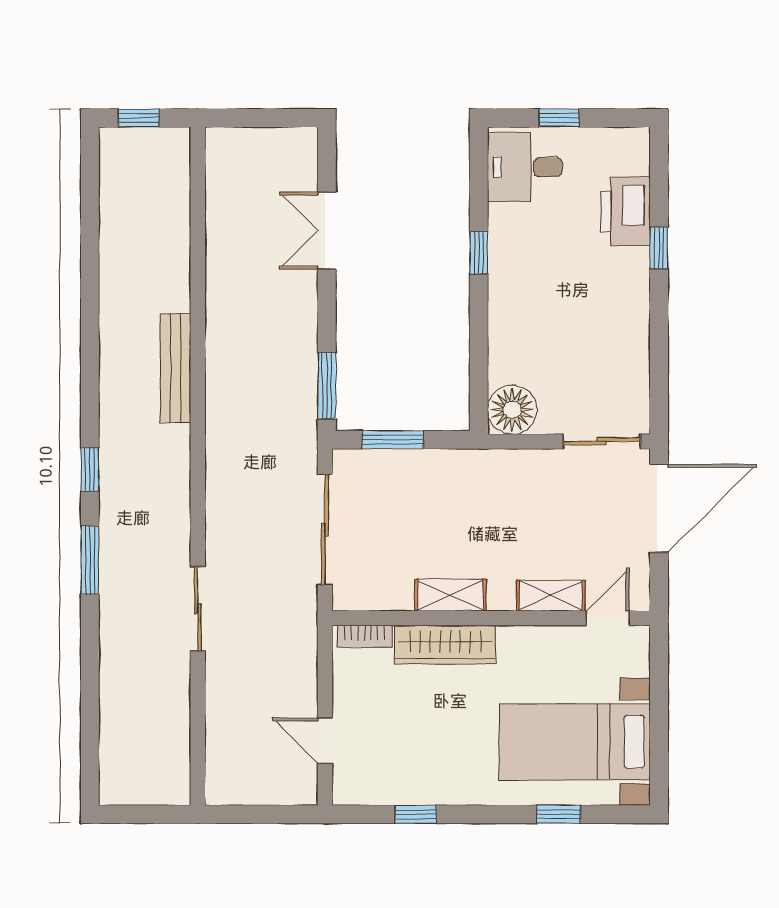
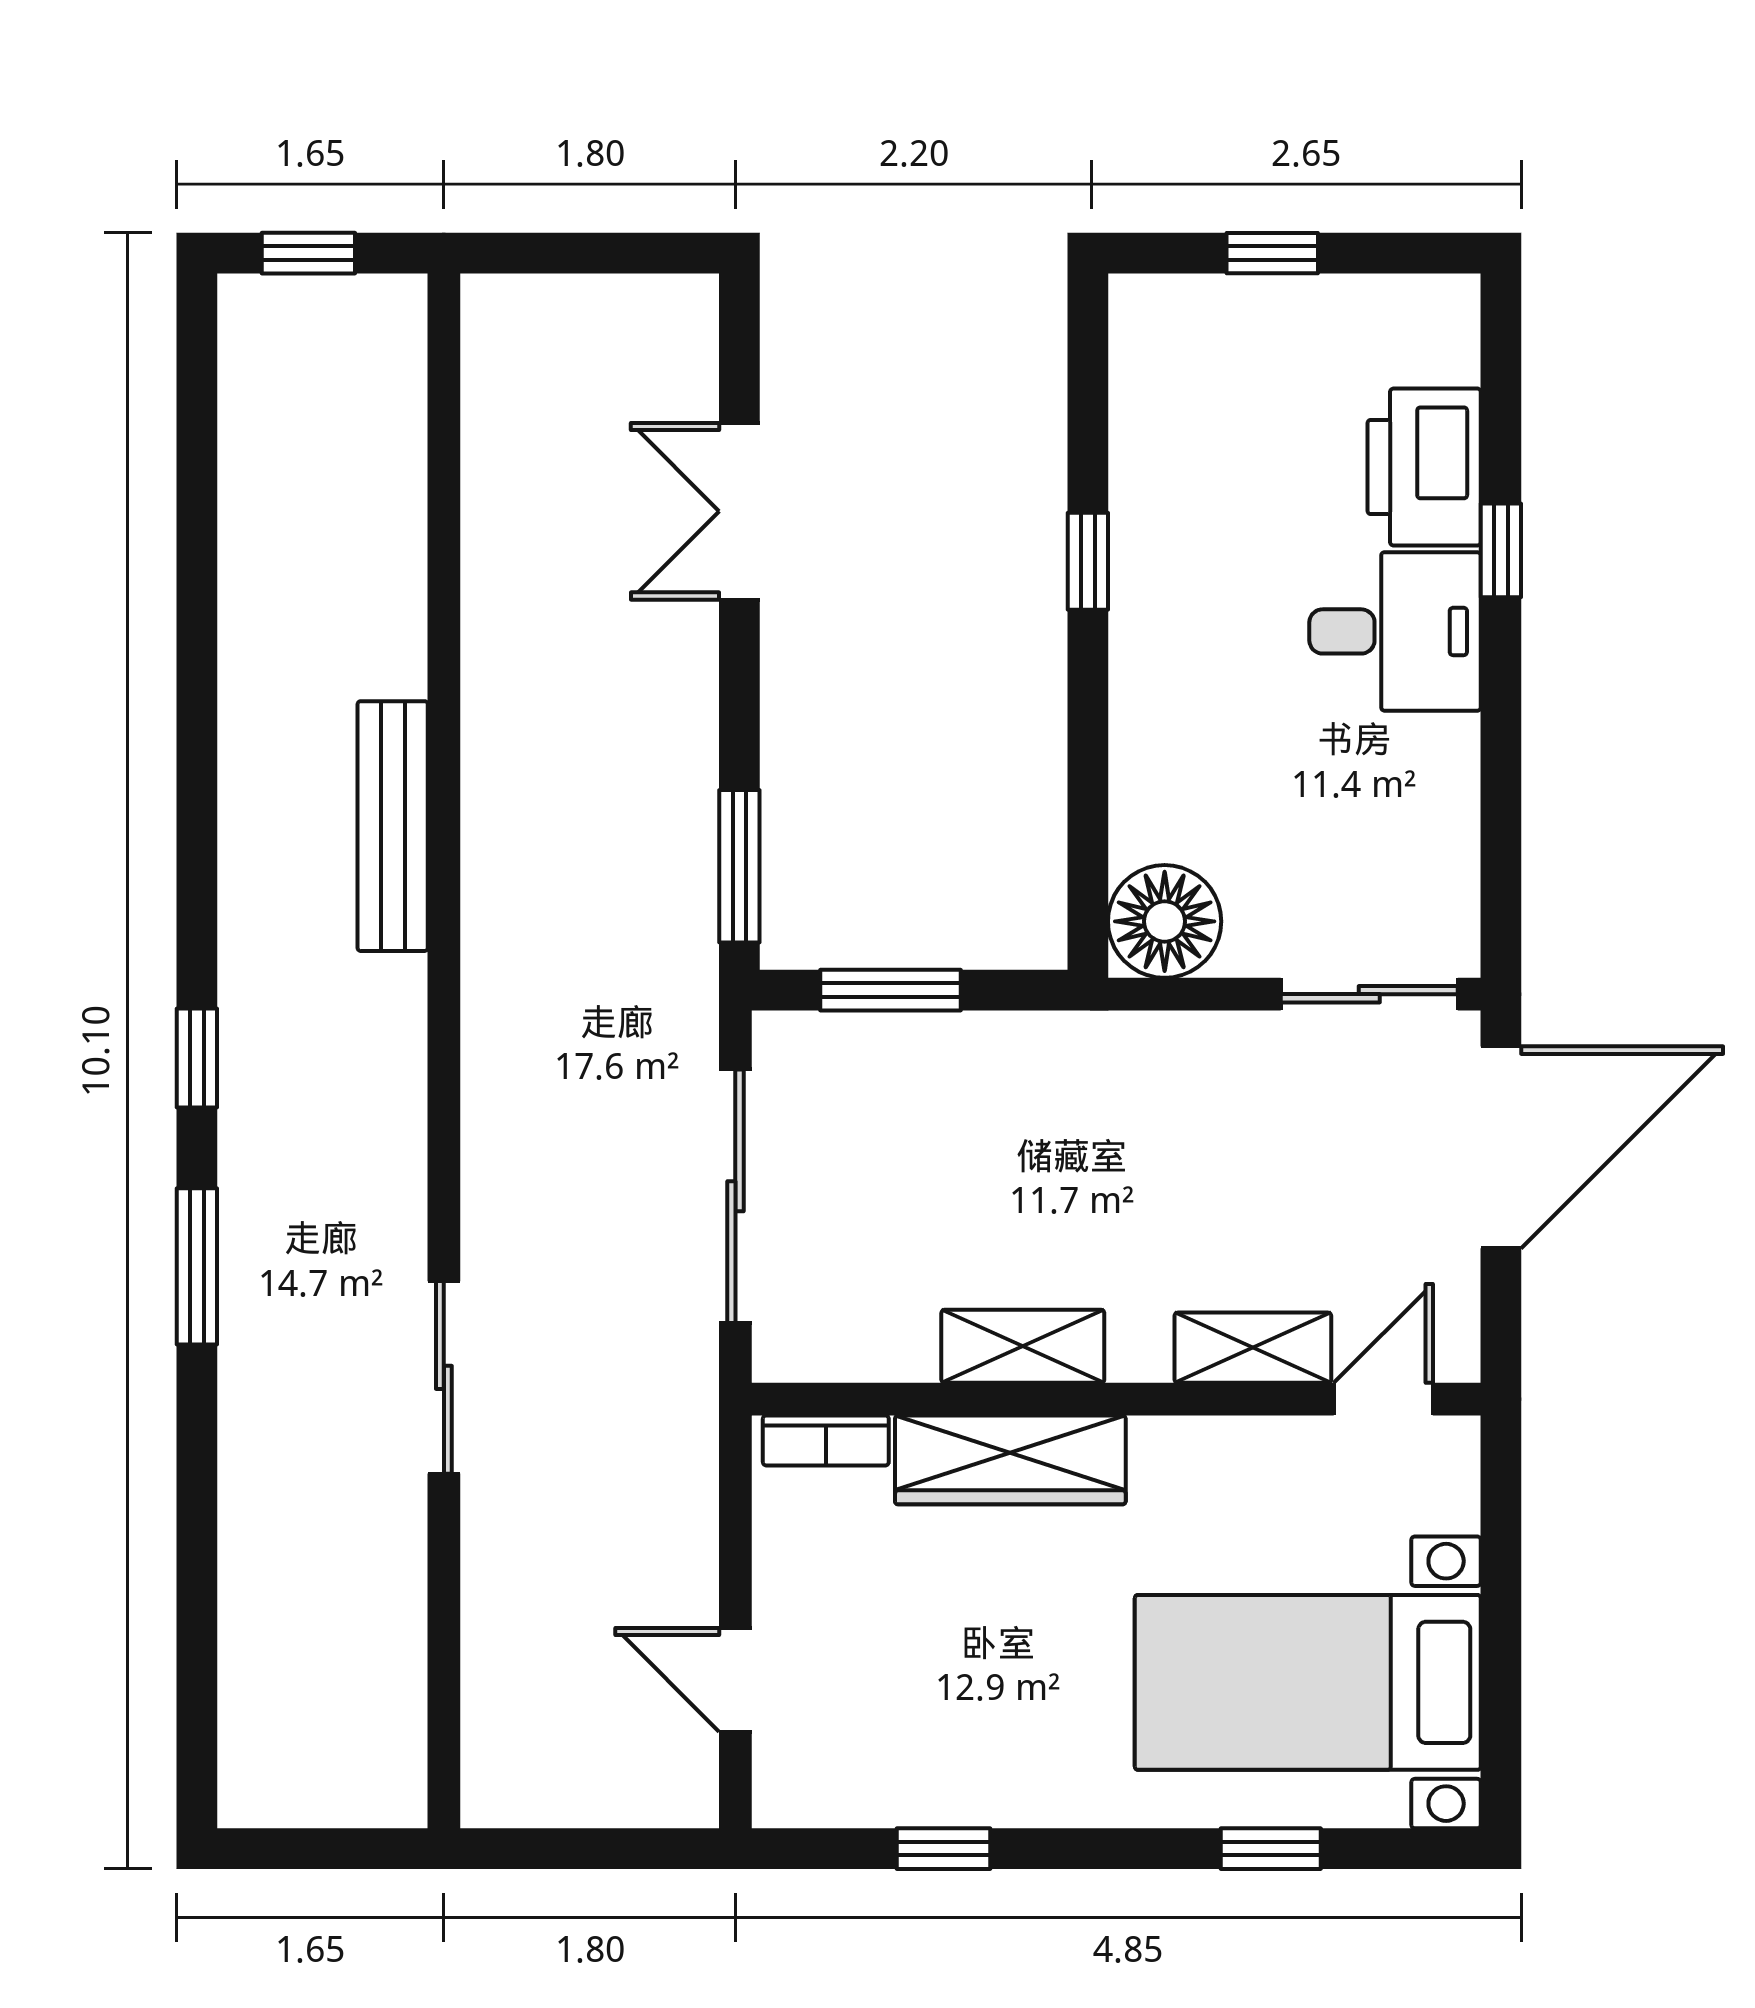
desk: (525, 167) -> (1395, 631), moved, turned 180

